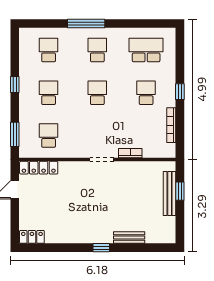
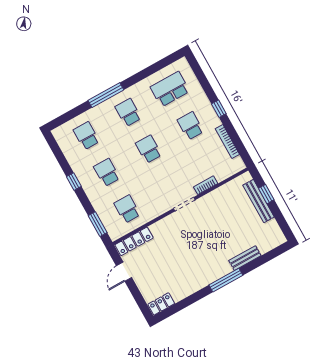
window: (101, 248) -> (226, 280), width x2.17

